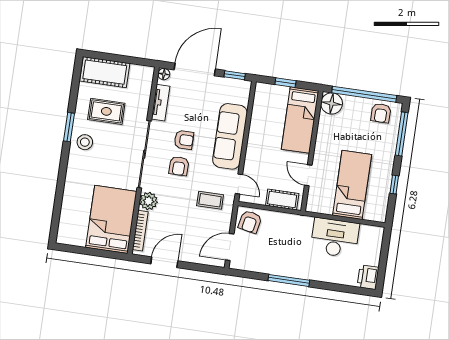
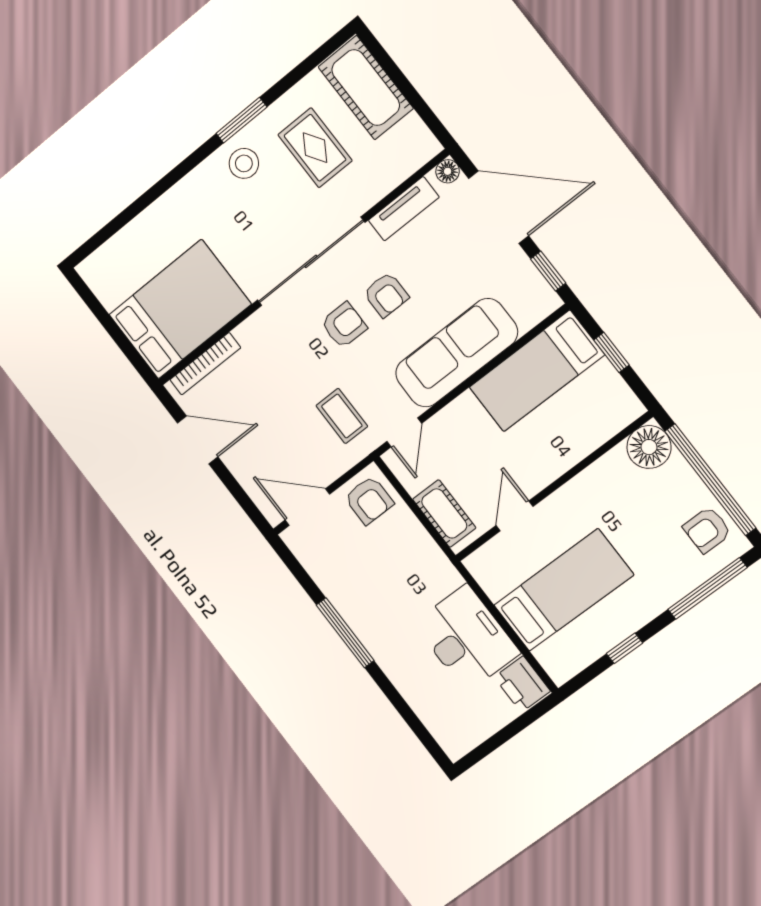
bed: (300, 120) -> (537, 371), moved
armchair: (179, 166) -> (344, 325), turned 180
plant: (149, 201) -> (255, 334), removed
armchair: (250, 222) -> (369, 500), turned -101
printer: (368, 277) -> (522, 684), moved, turned -90

